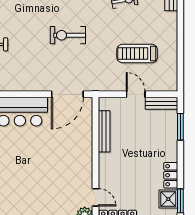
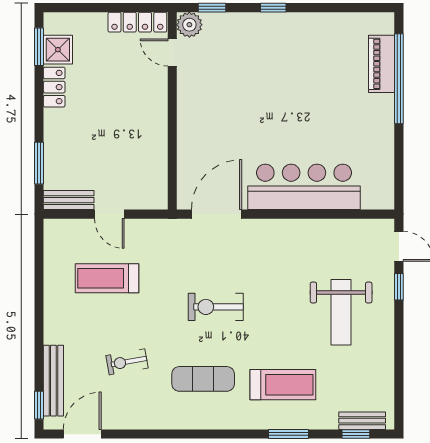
exercise bike: (68, 35) -> (216, 307), turned 180
treadmill: (137, 53) -> (107, 278), turned 180
bench: (104, 131) -> (159, 156), removed

